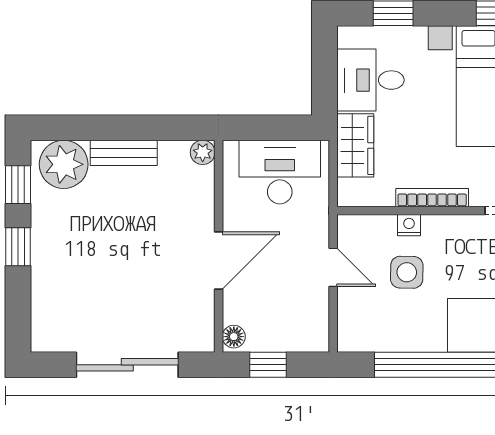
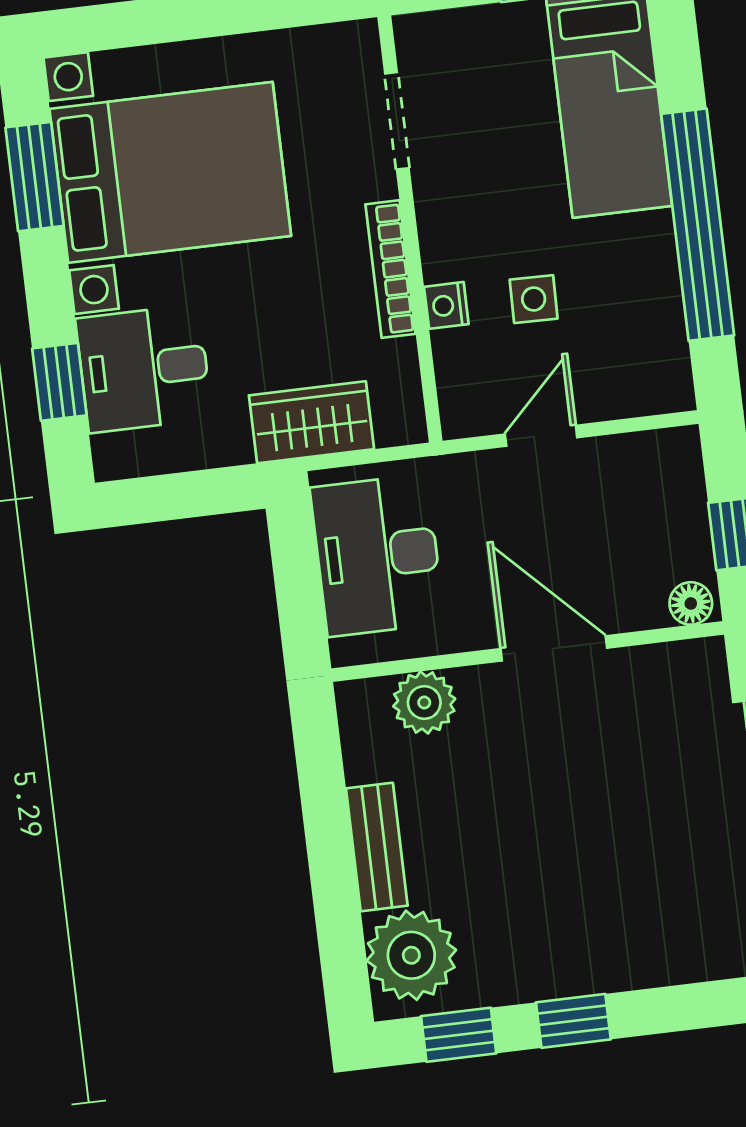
desk: (370, 80) -> (144, 369), moved, turned 90
plant: (203, 152) -> (424, 703), moved, width x1.38, depth x1.38
side table: (407, 272) -> (534, 299), width x0.73, depth x0.73

